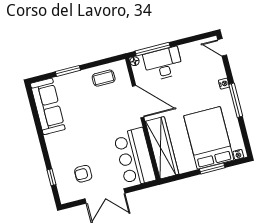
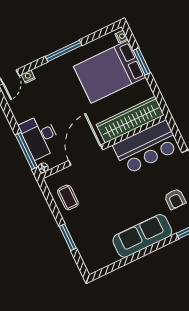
nightstand: (224, 84) -> (28, 77), moved
sofa: (48, 106) -> (142, 236), moved

